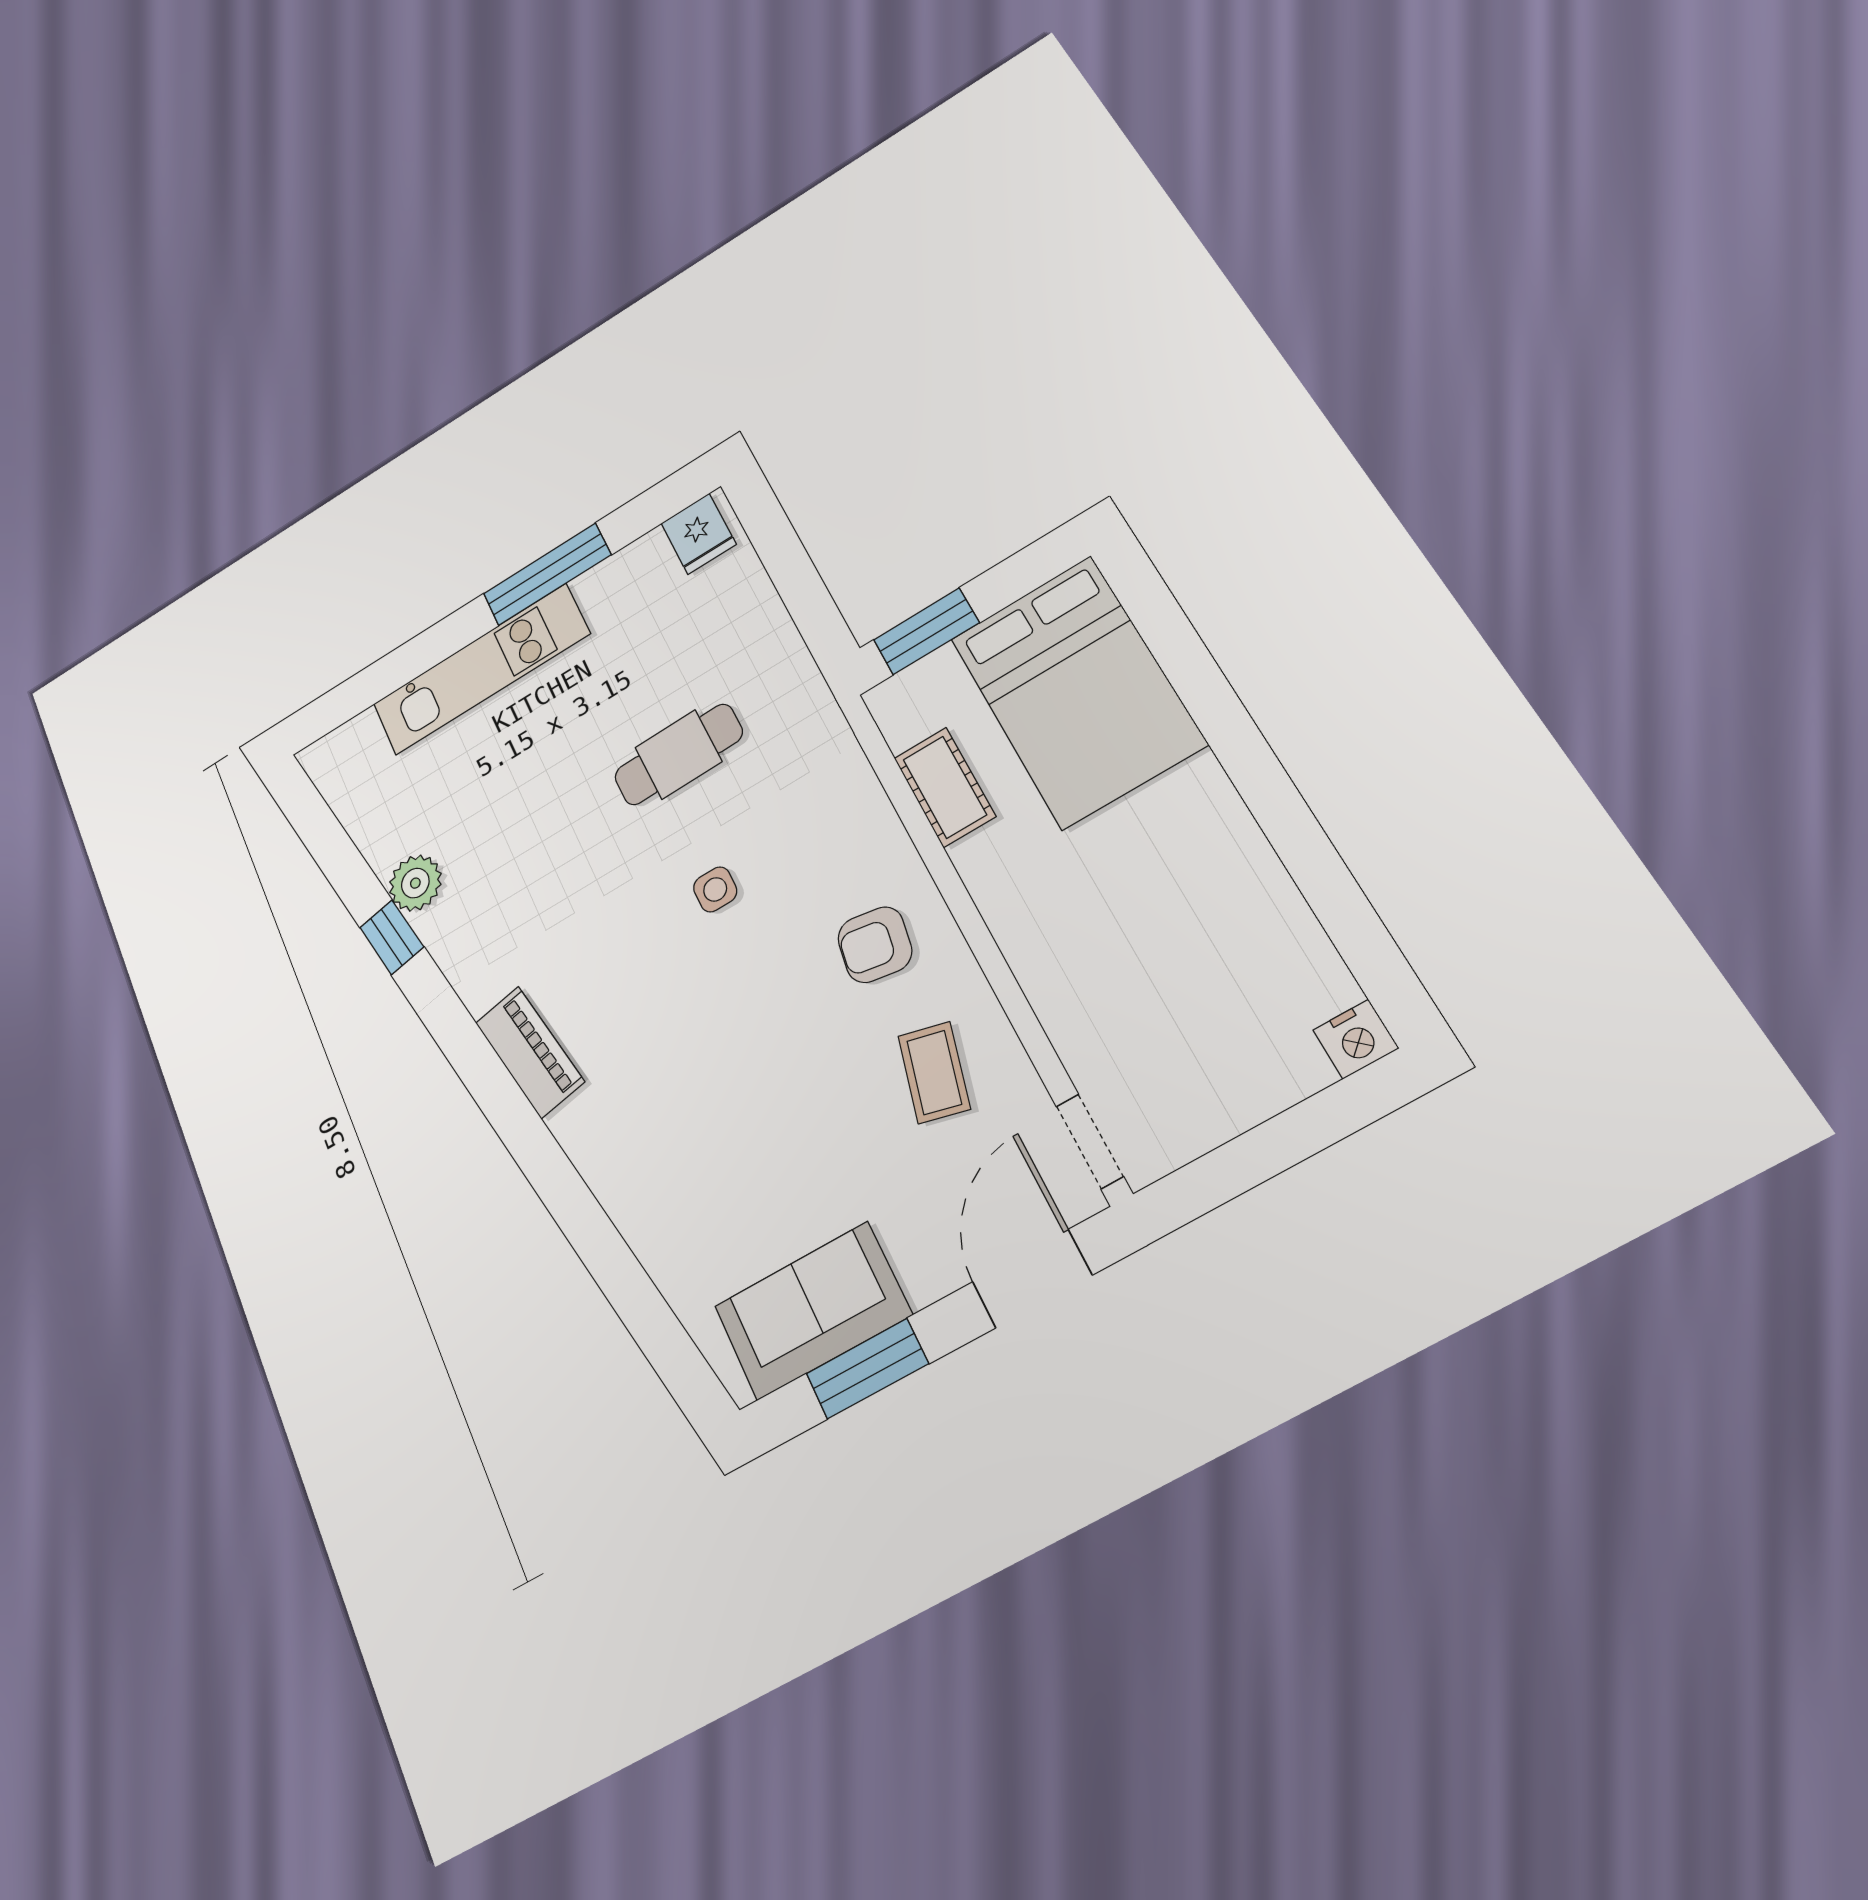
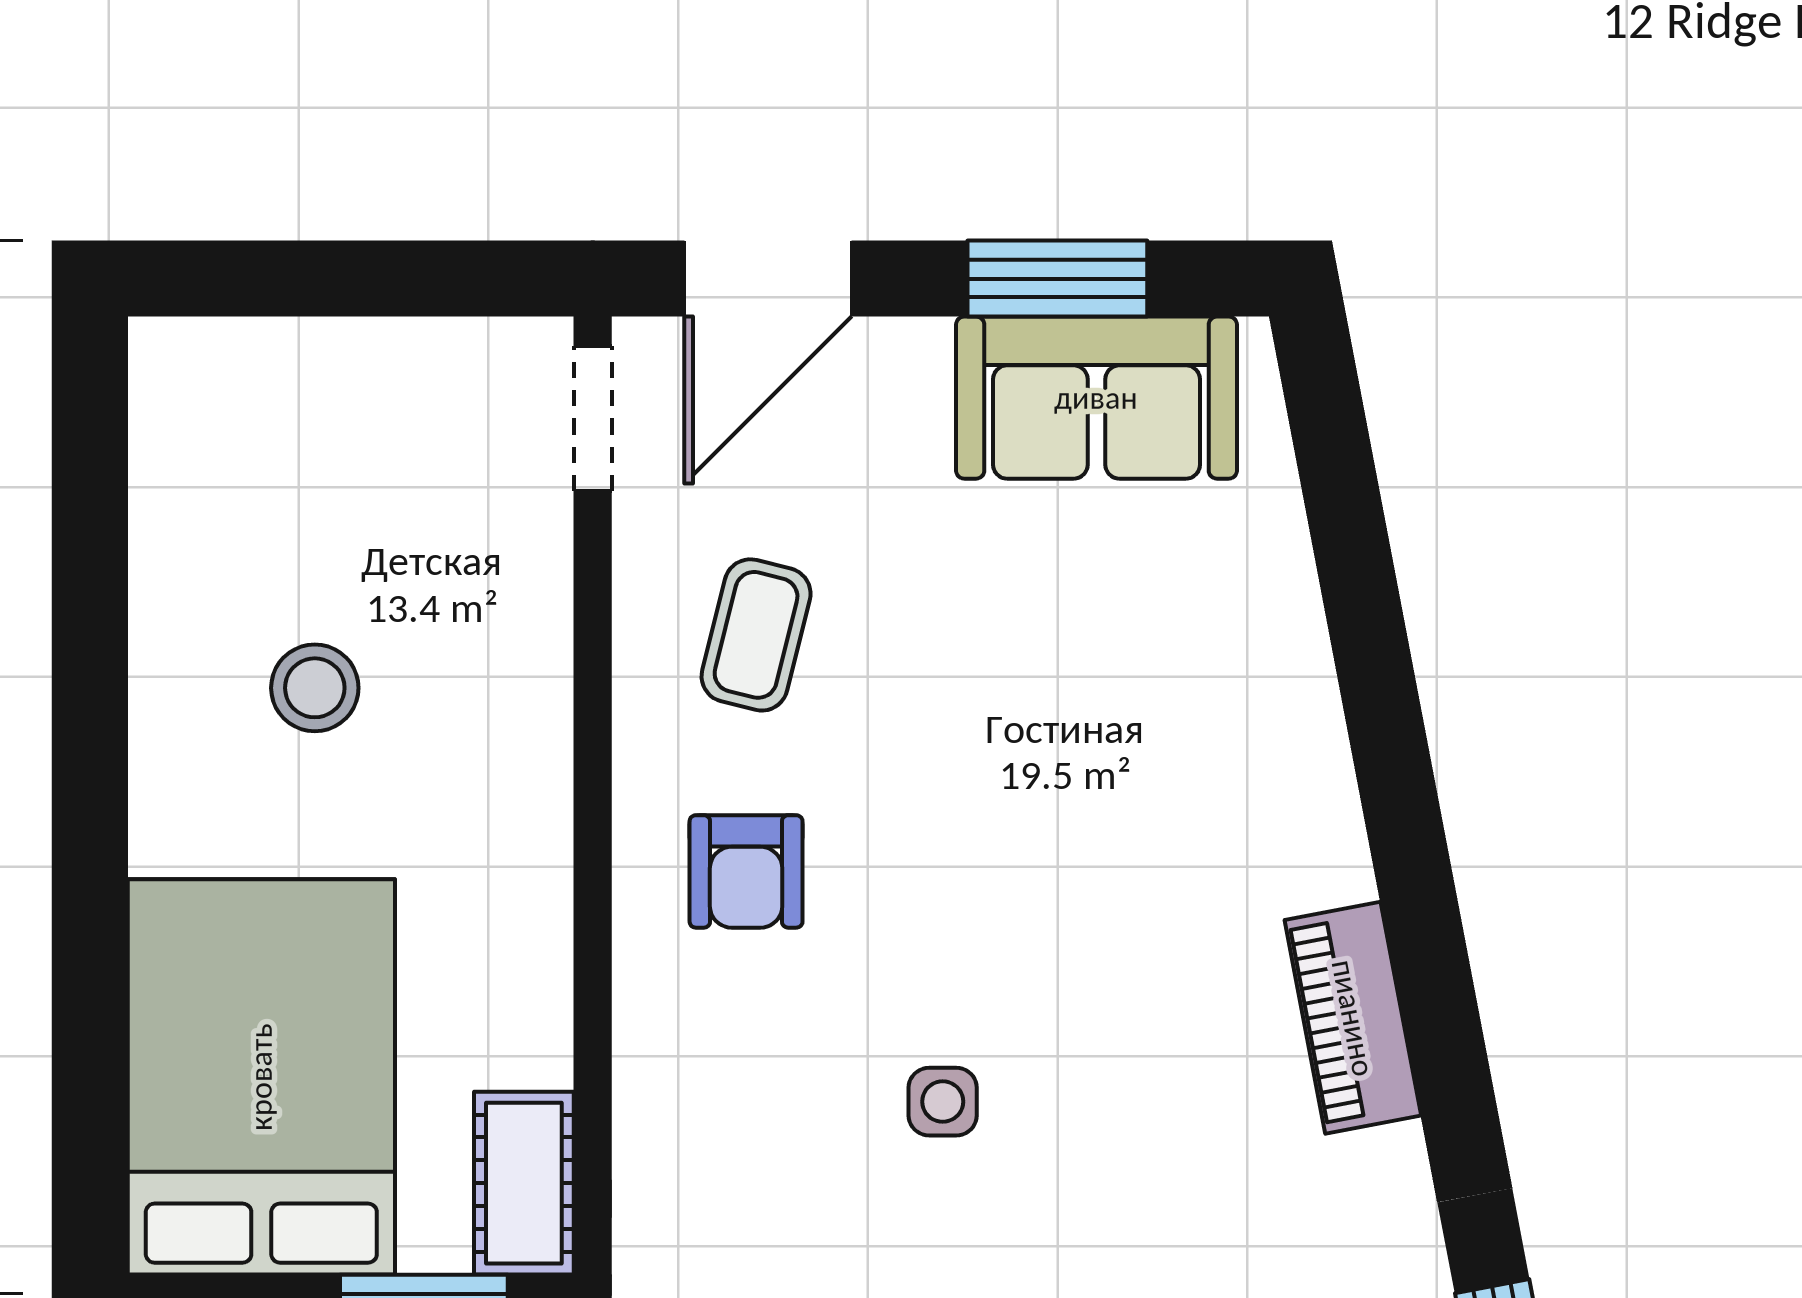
cot: (945, 787) -> (524, 1183), moved
stool: (1164, 904) -> (315, 688), added
armchair: (875, 945) -> (746, 871), turned 81
nightstand: (1356, 1039) -> (174, 359), removed

